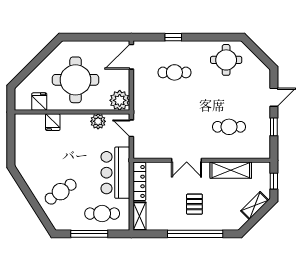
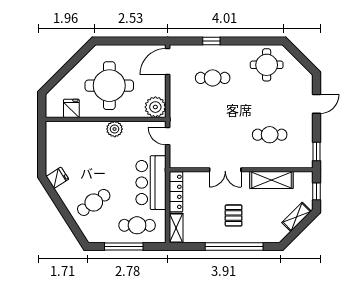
plant: (98, 121) -> (115, 129), moved
fridge: (53, 122) -> (57, 178), moved, turned -122
window: (274, 127) -> (317, 152), moved

